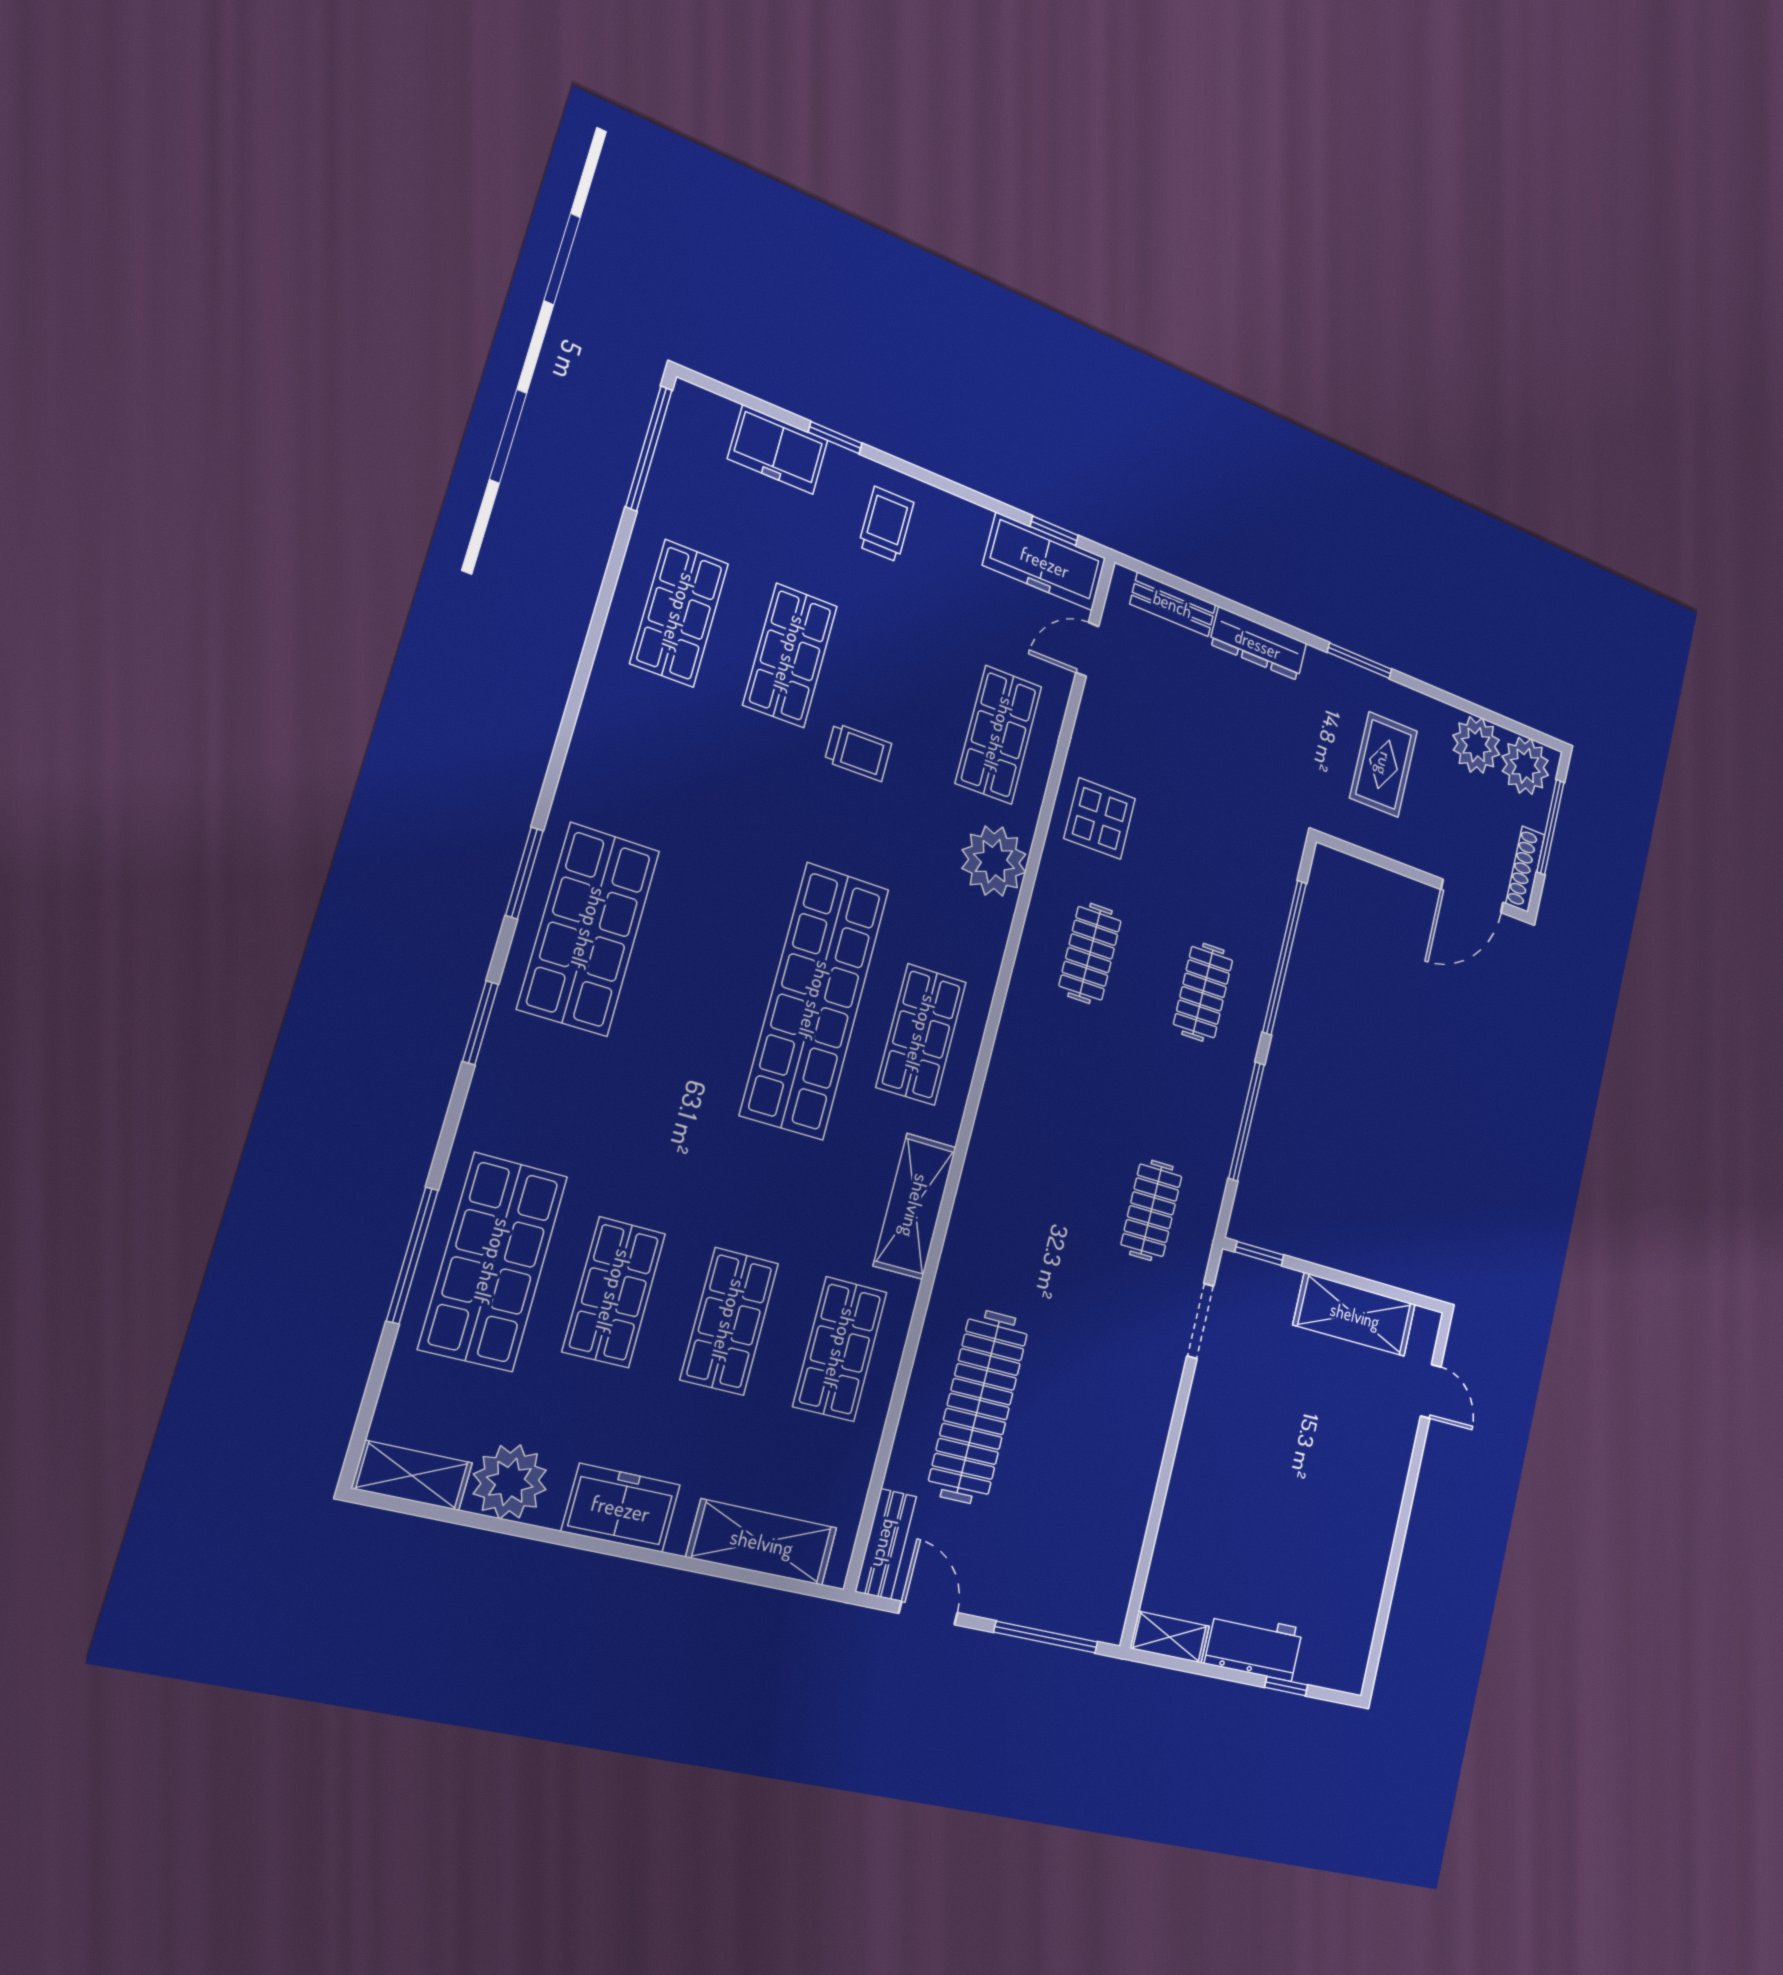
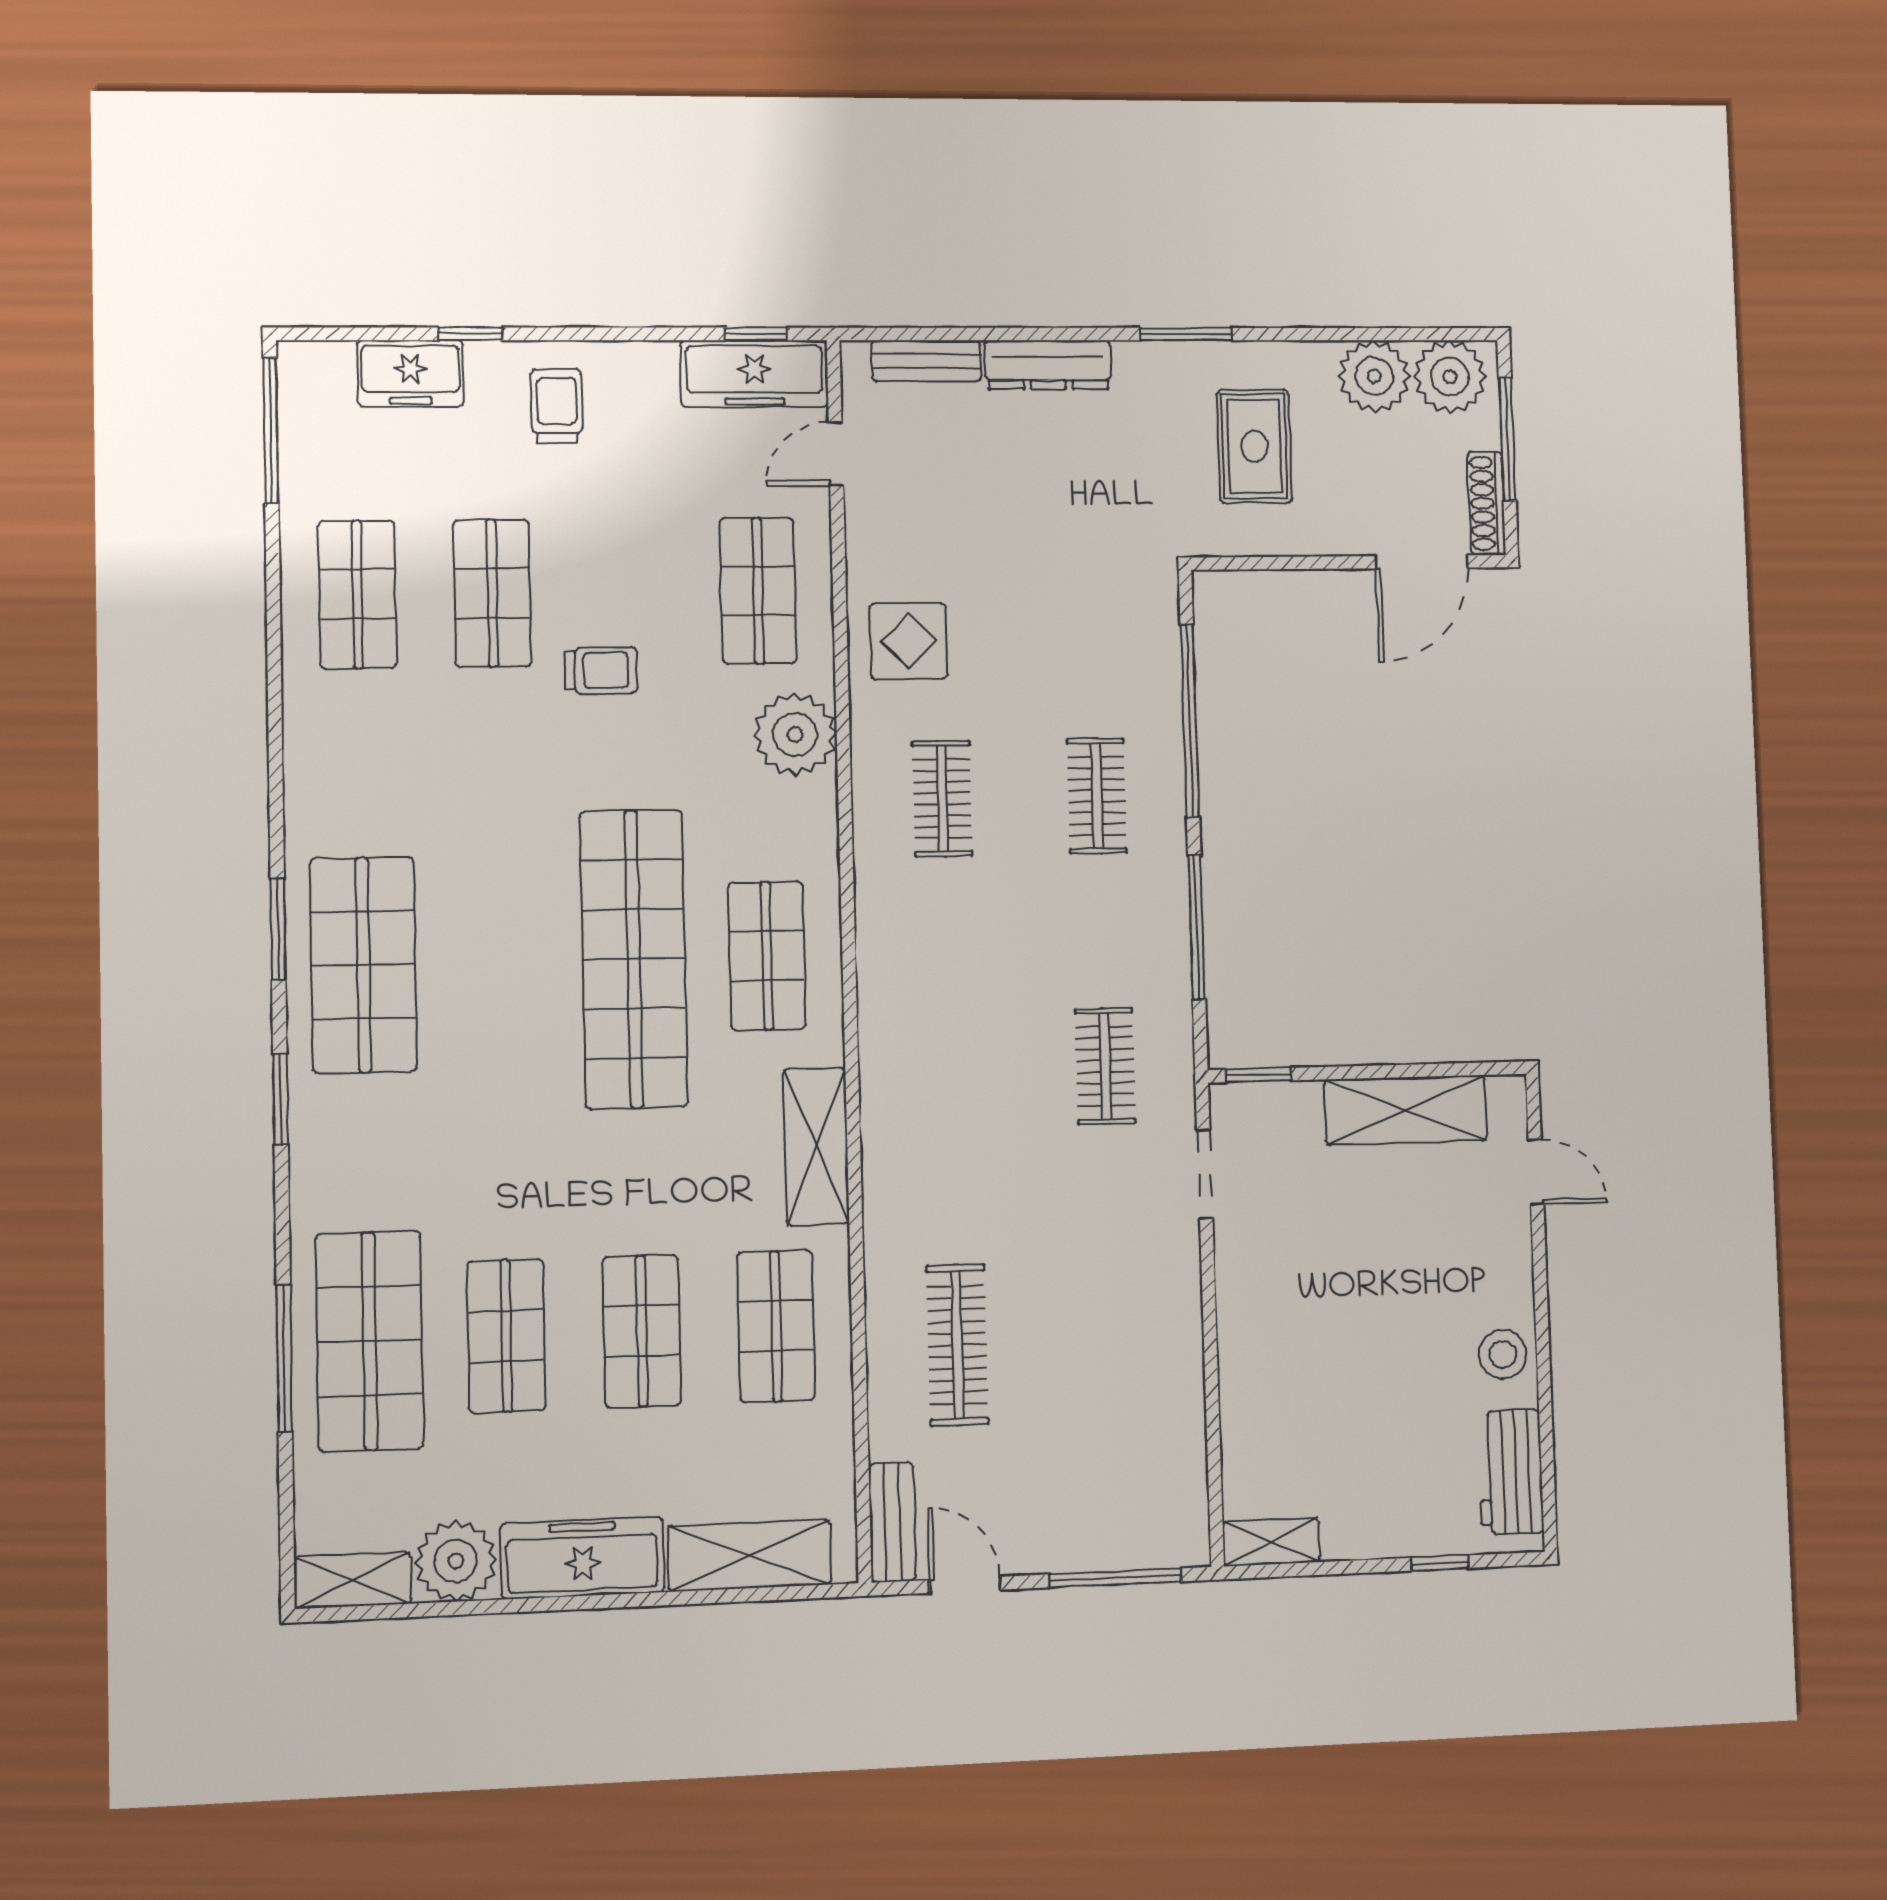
clothes rail: (978, 1407) -> (957, 1345), width x0.73, depth x0.76
freezer: (621, 1508) -> (582, 1558), width x1.40
stool: (1372, 1529) -> (1503, 1354), added
workbench: (1254, 1646) -> (1511, 1472), moved, turned -90

